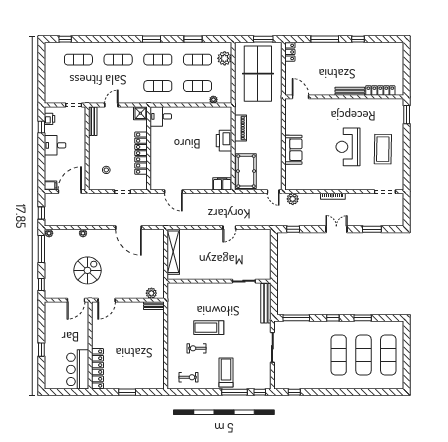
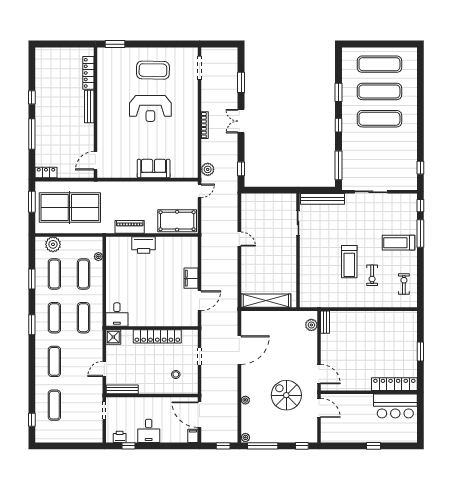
door: (111, 105) -> (104, 369), hinge flipped
filing cabinet: (222, 184) -> (191, 278), moved

